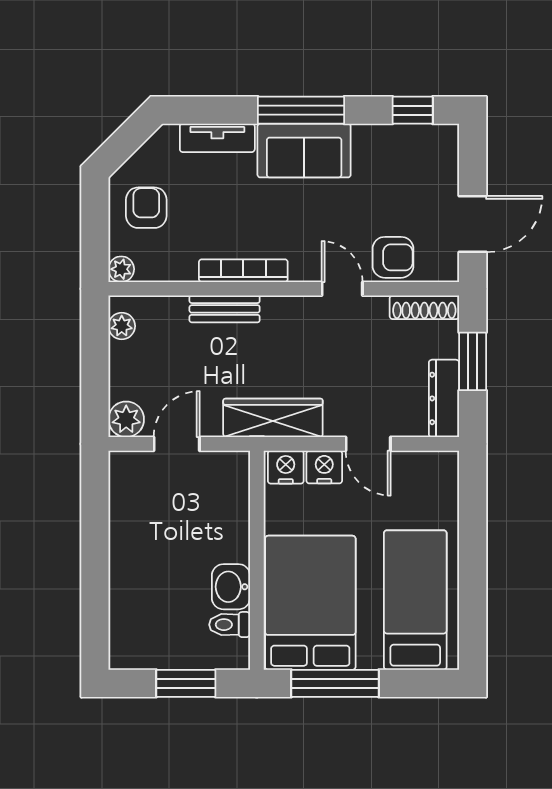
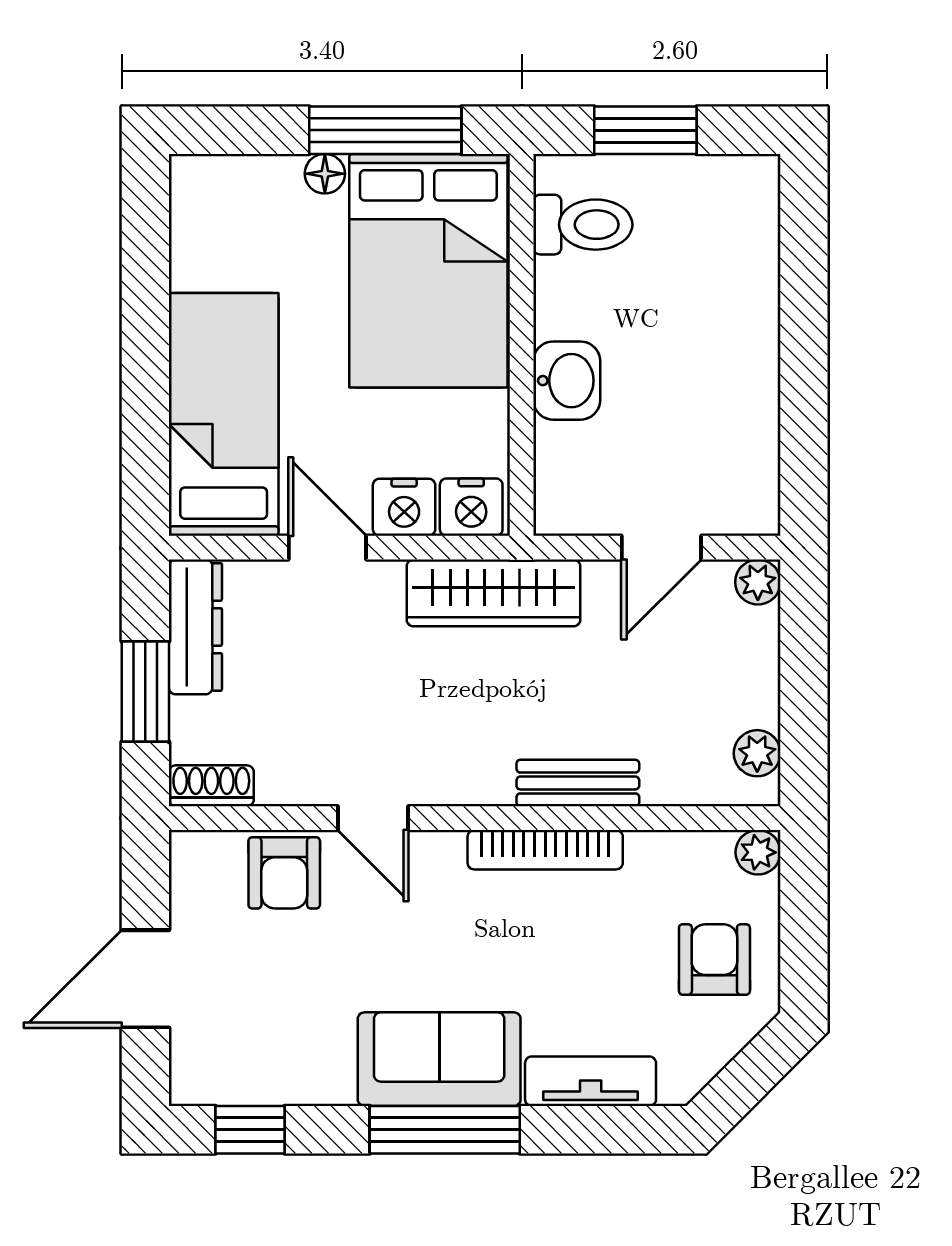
armchair: (146, 208) -> (714, 959), turned 180
door: (473, 224) -> (145, 979), moved
armchair: (393, 257) -> (284, 873), turned -90
shoe rack: (424, 307) -> (211, 786), width x0.70
plant: (126, 419) -> (758, 582), width x0.73, depth x0.73
washbasin: (231, 587) -> (567, 381), moved
bed: (415, 600) -> (224, 414), moved, turned 180
toilet: (230, 625) -> (583, 225), width x1.37, depth x1.39
floor lamp: (370, 658) -> (325, 174), added

